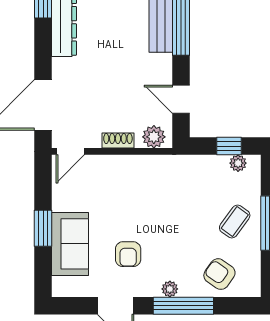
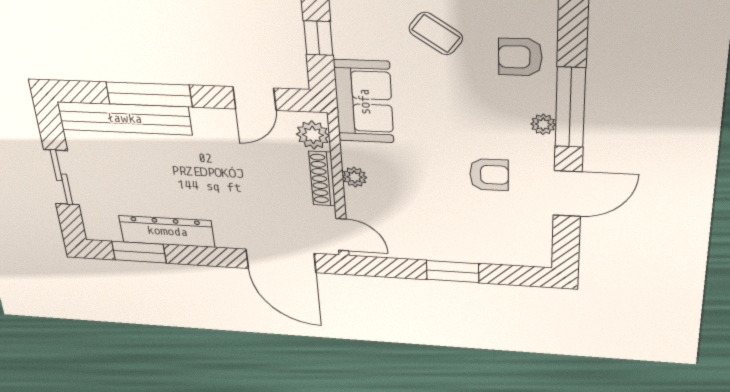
shoe rack: (118, 141) -> (322, 179), width x1.43
plant: (238, 163) -> (355, 177), moved
sofa: (70, 244) -> (364, 102), moved, turned 90
armchair: (219, 274) -> (520, 57), turned 55

